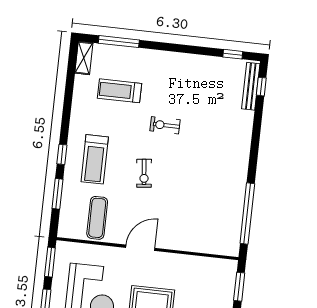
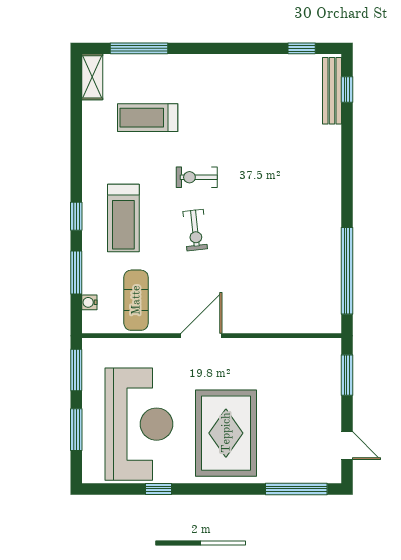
exercise bike: (165, 125) -> (197, 177), moved
water cooler: (64, 216) -> (89, 302), added

